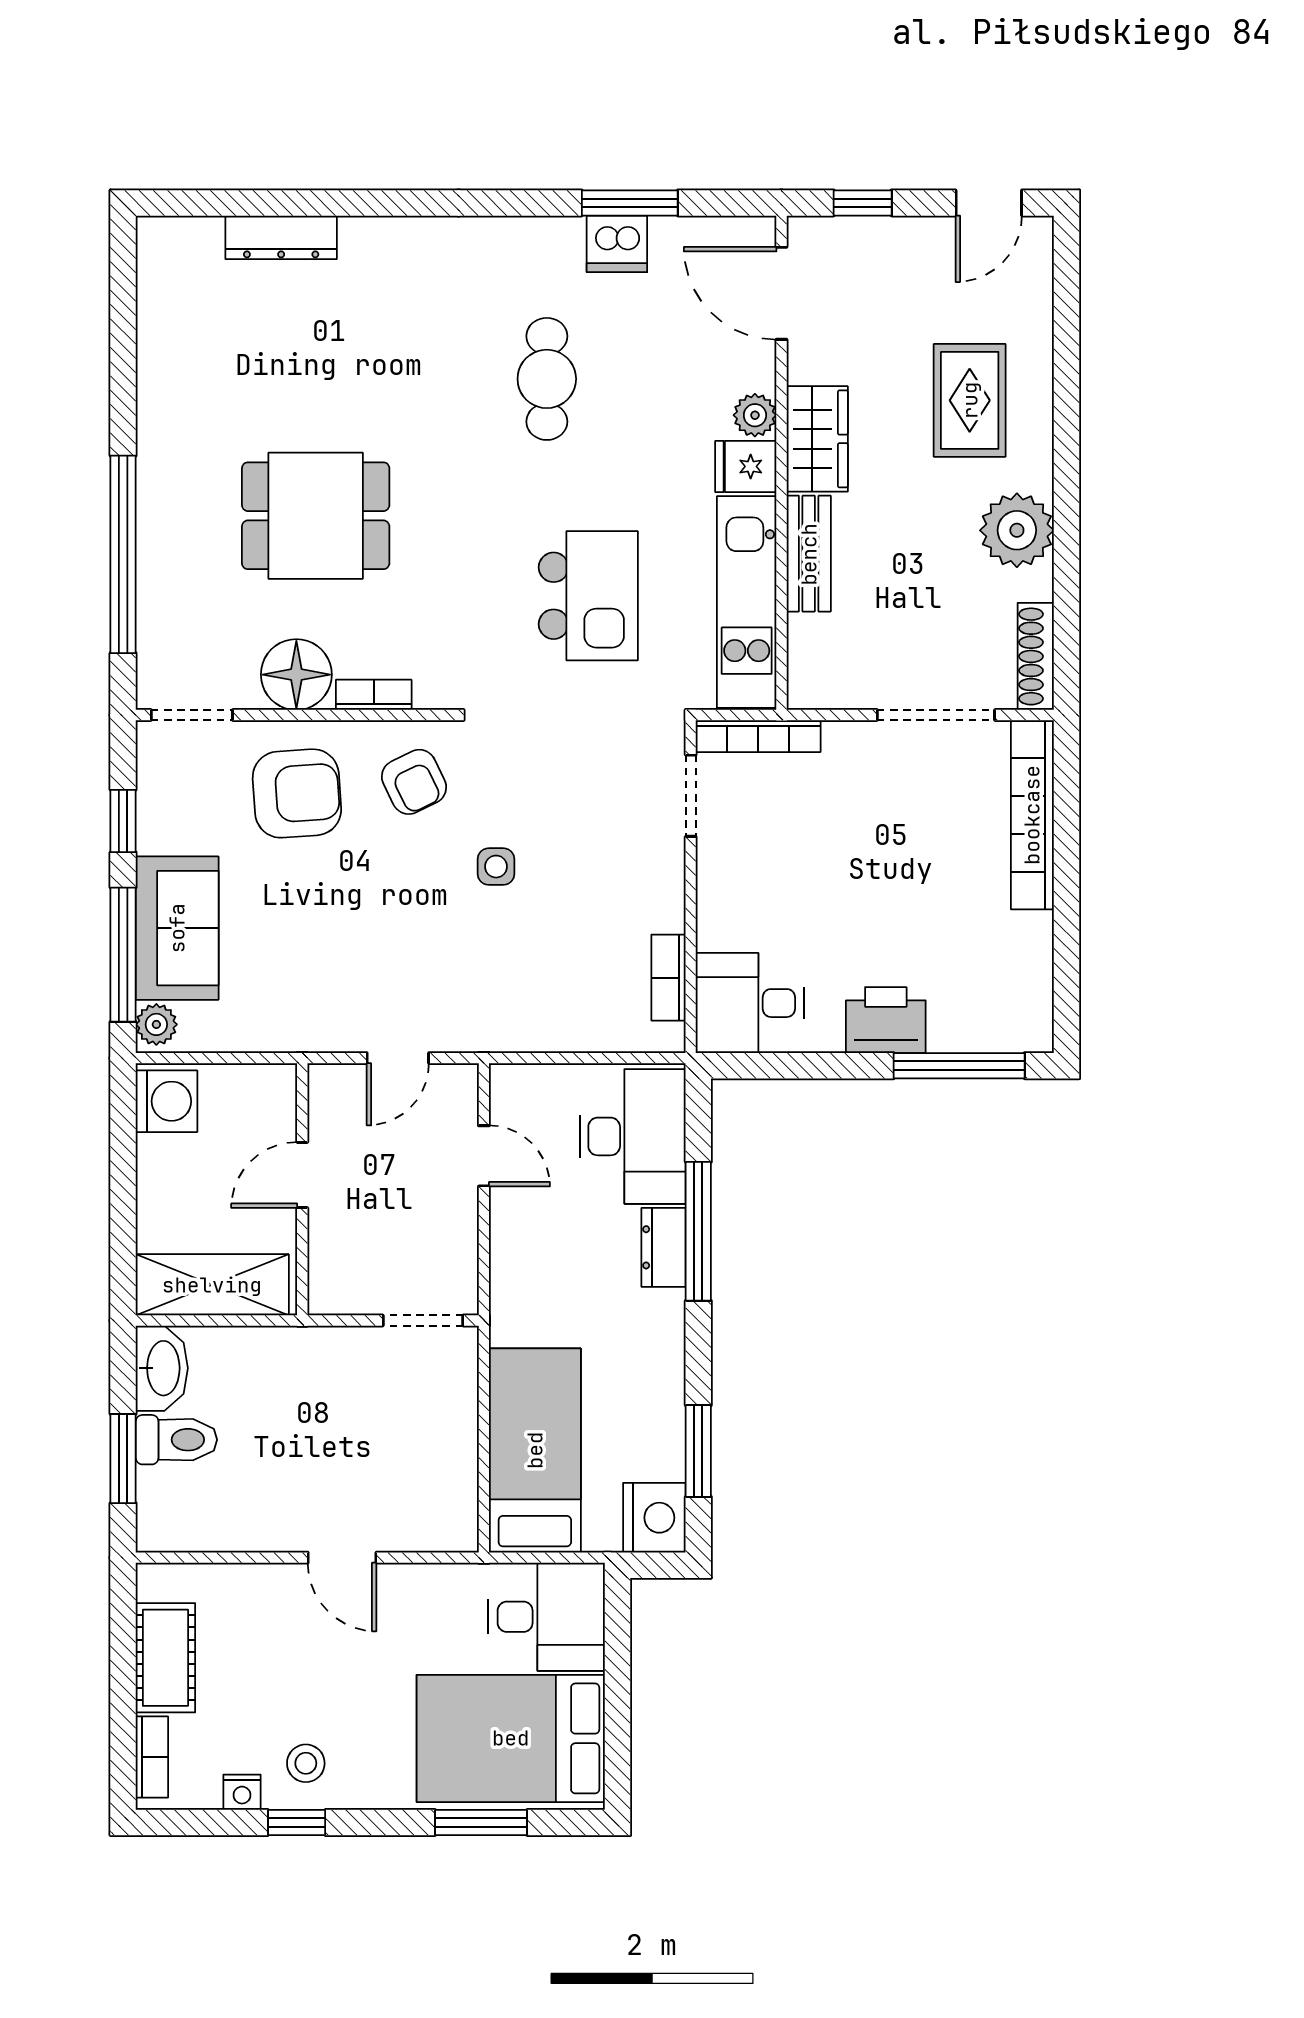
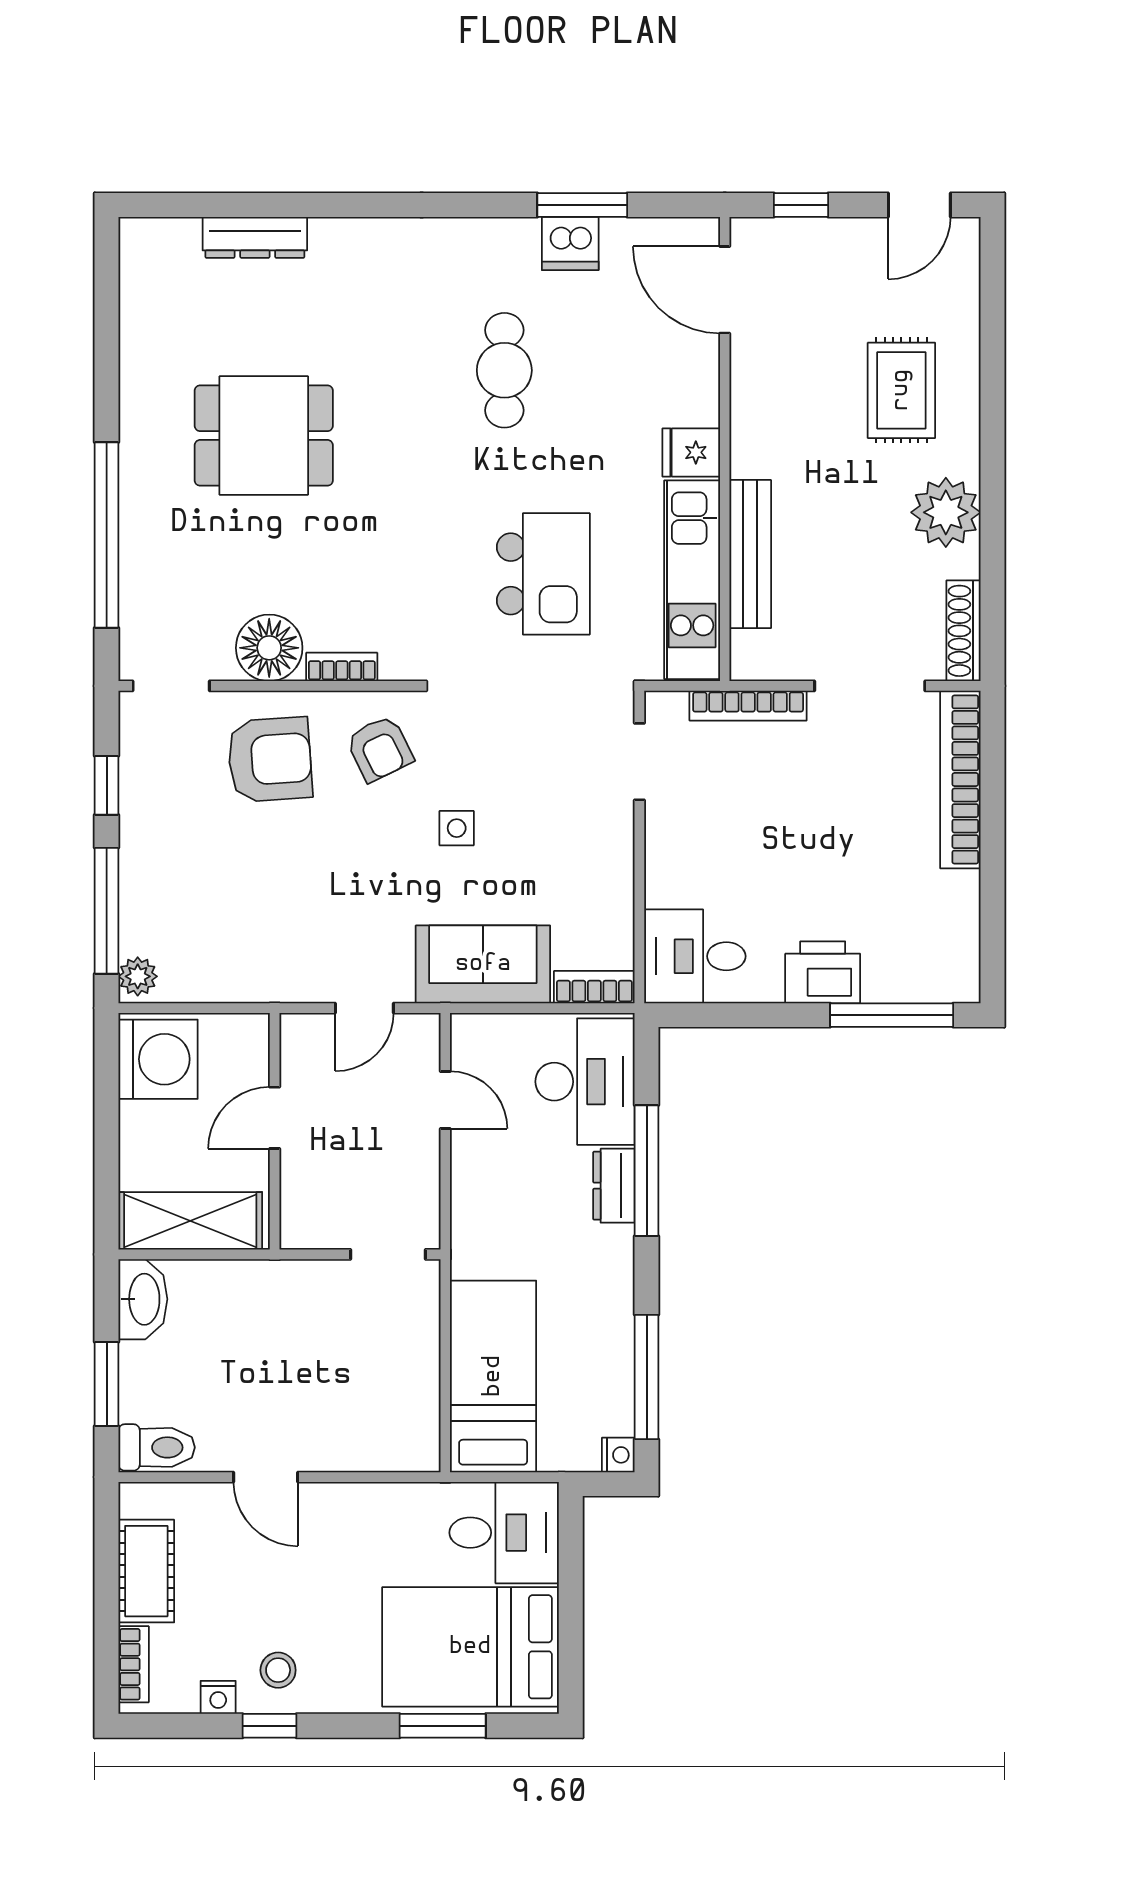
plant: (755, 415) -> (700, 404), removed
wardrobe: (817, 439) -> (758, 427), removed
dining table: (316, 516) -> (264, 436), moved
bench: (809, 554) -> (750, 554), width x1.36
bookcase: (758, 736) -> (748, 706), moved
sofa: (177, 928) -> (483, 964), moved, turned -90
bookcase: (668, 978) -> (594, 987), moved, turned 90
washing machine: (167, 1101) -> (158, 1059), width x1.37, depth x1.37
toilet: (176, 1440) -> (157, 1447), moved
window: (698, 1451) -> (647, 1377), width x1.44
nightstand: (654, 1518) -> (618, 1455), width x0.53, depth x0.56
door: (342, 1558) -> (266, 1477), moved

